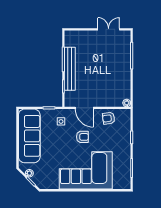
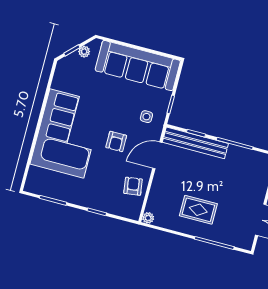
bench: (70, 69) -> (195, 143), moved
rug: (113, 72) -> (198, 210), added

